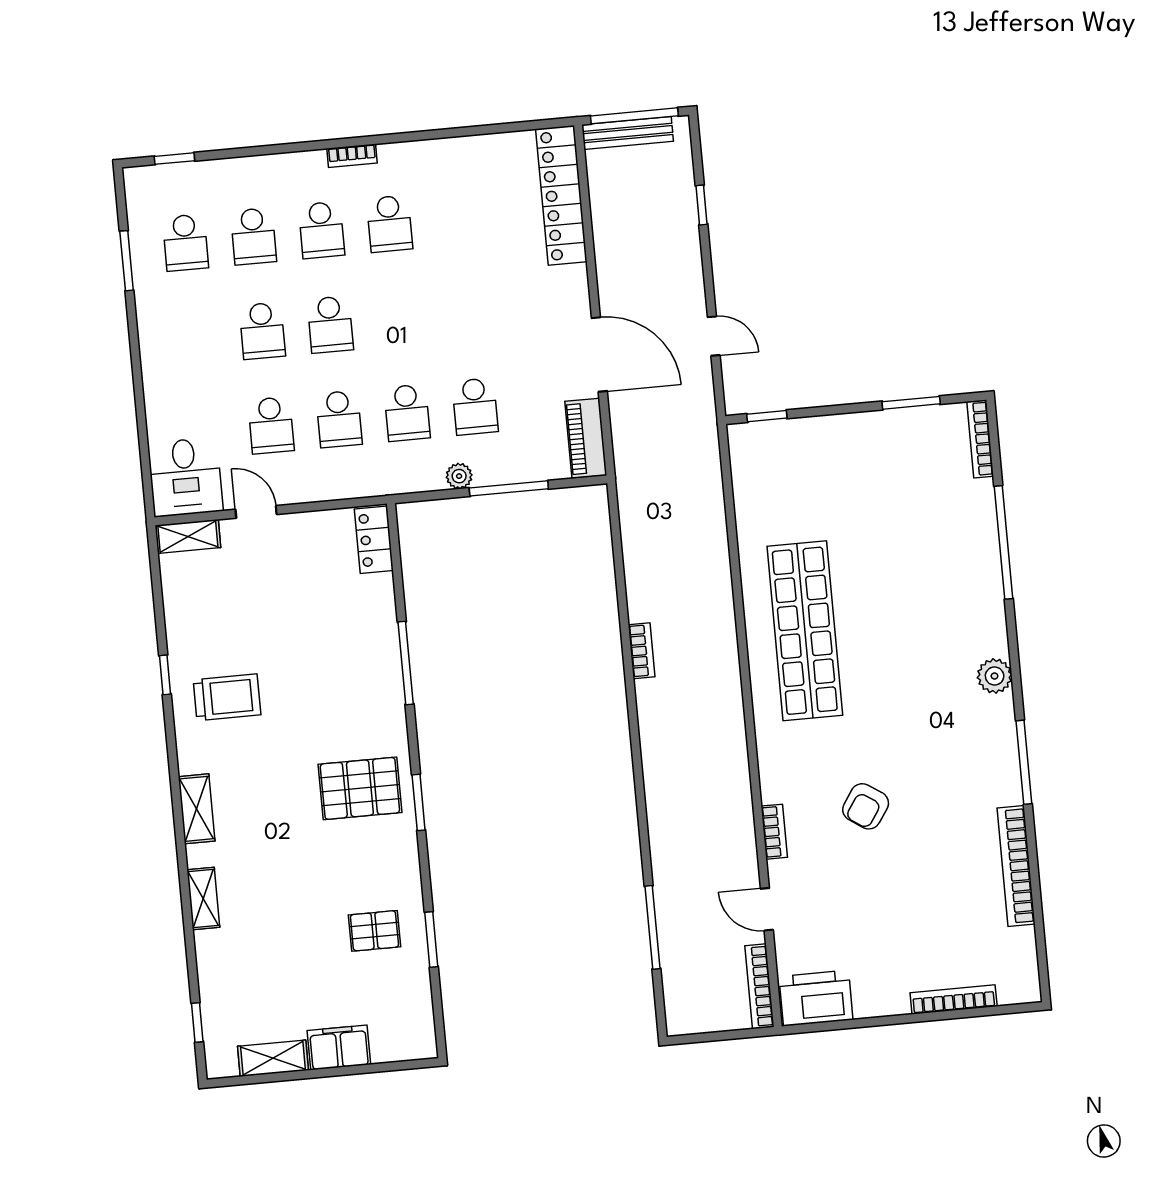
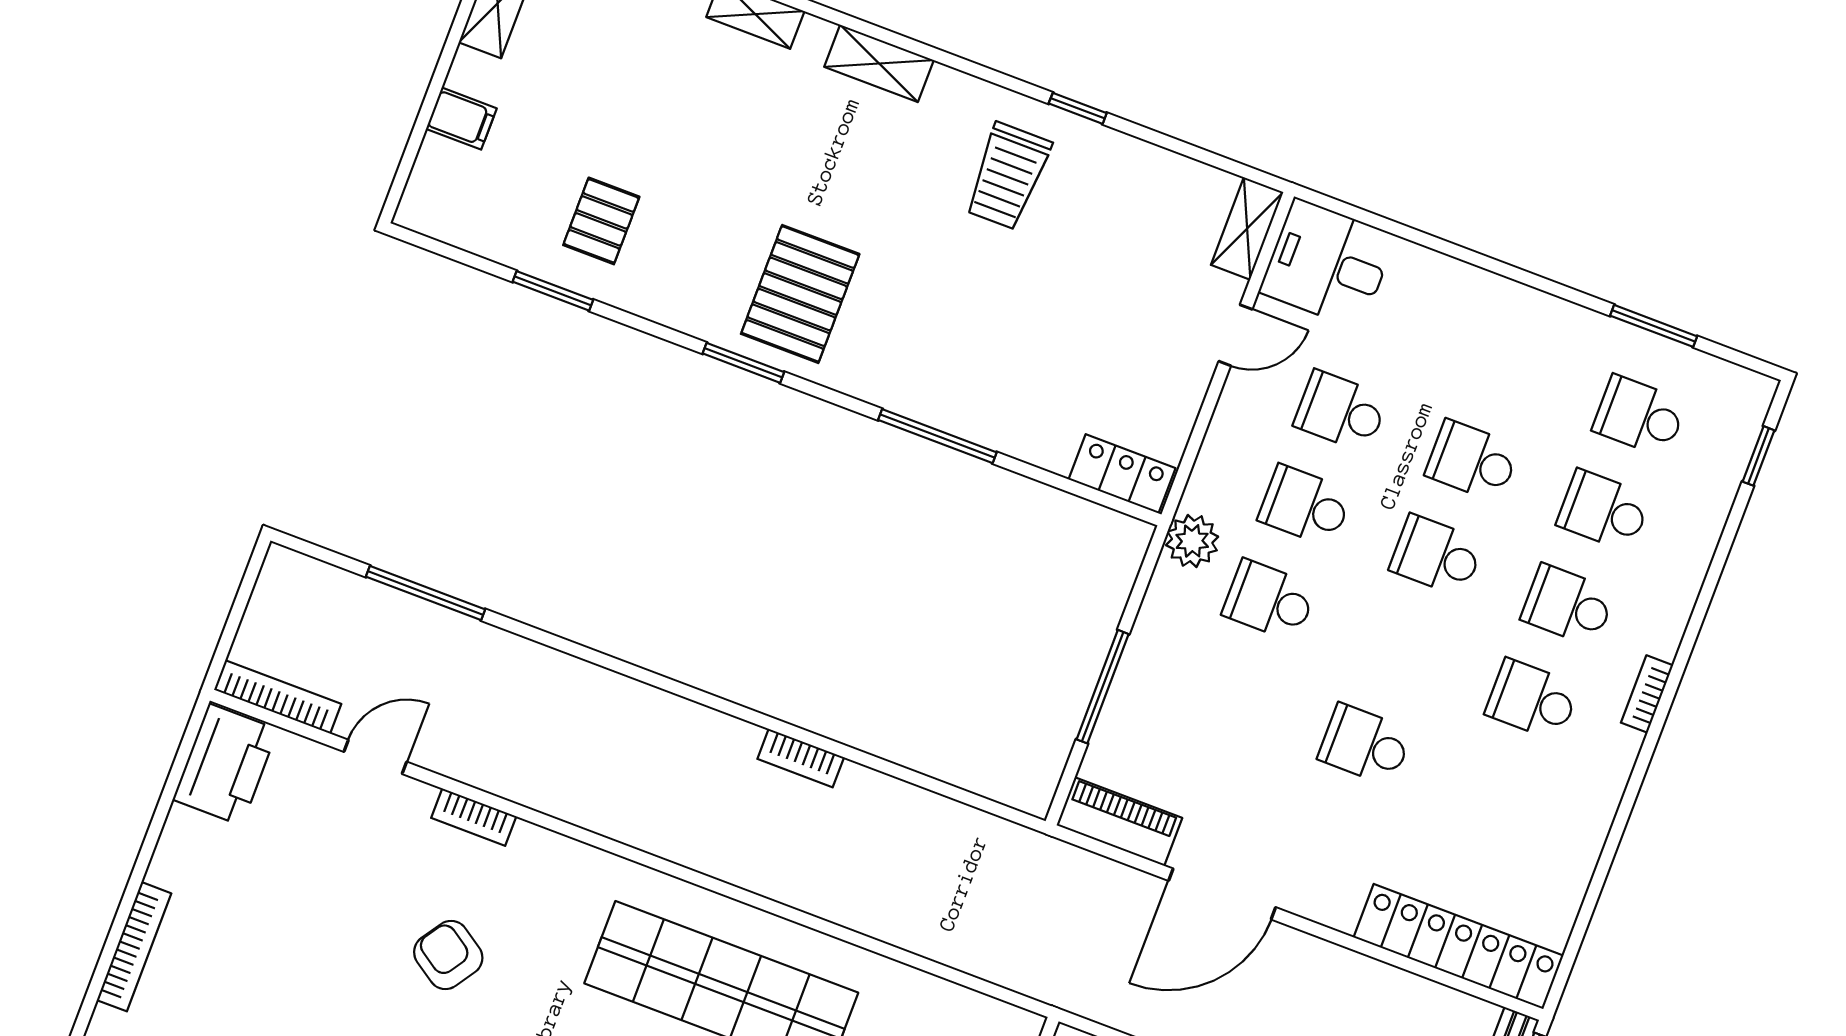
school desk: (475, 406) -> (1365, 745), moved
plant: (459, 476) -> (1192, 541), moved, width x1.38, depth x1.38
filing cabinet: (339, 1047) -> (461, 119), width x0.50

